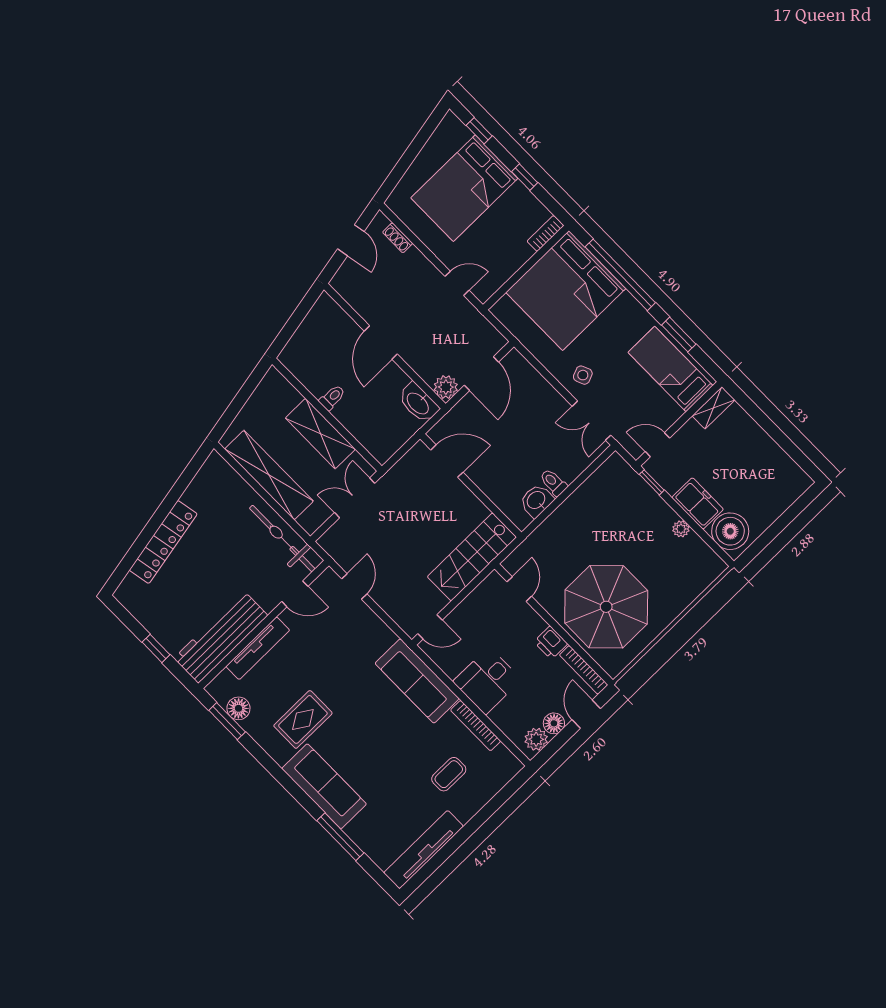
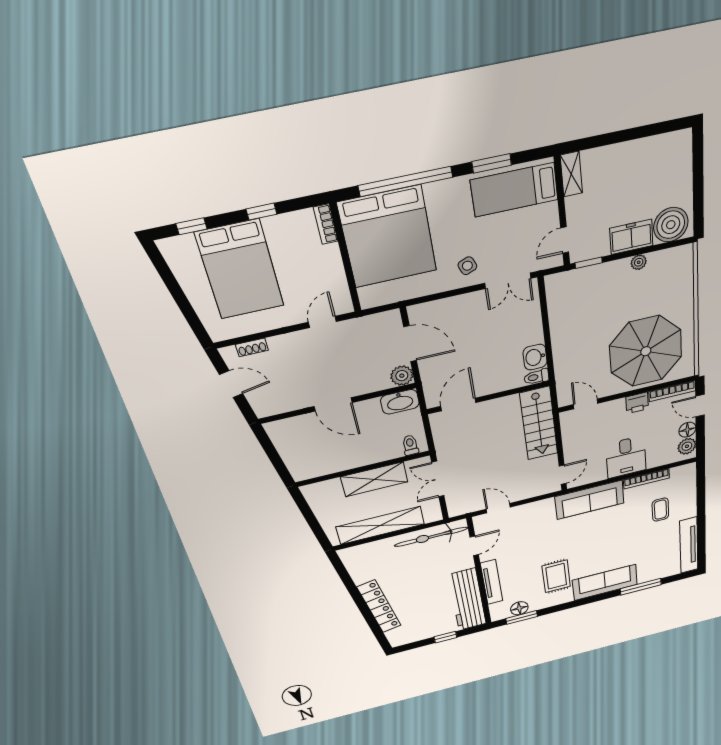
toilet: (332, 397) -> (410, 445), moved
toilet: (553, 482) -> (536, 377), moved

